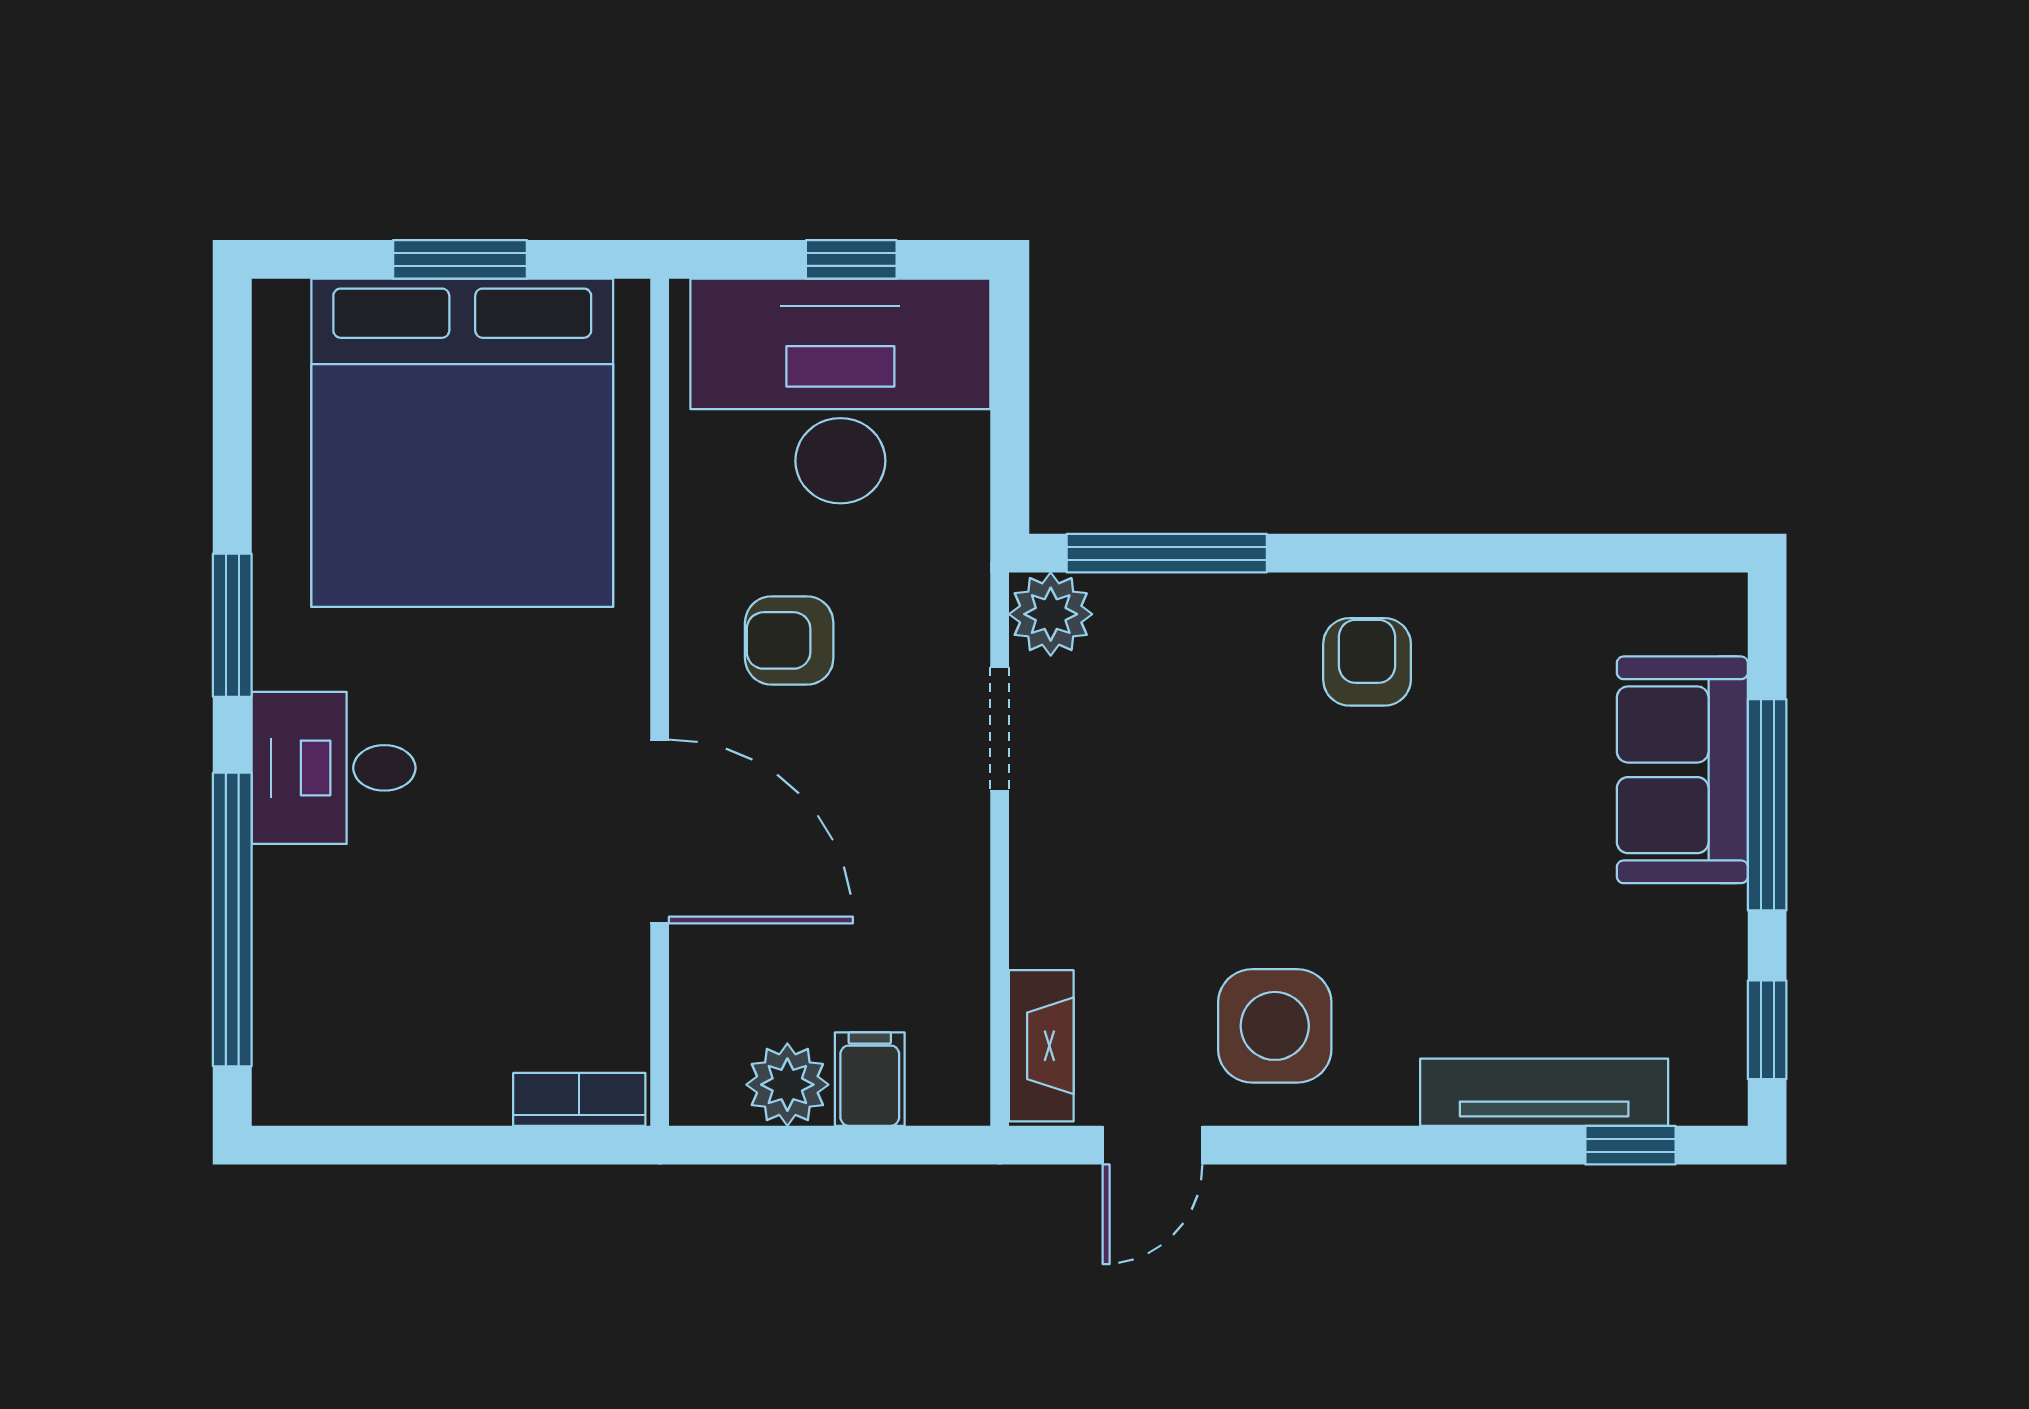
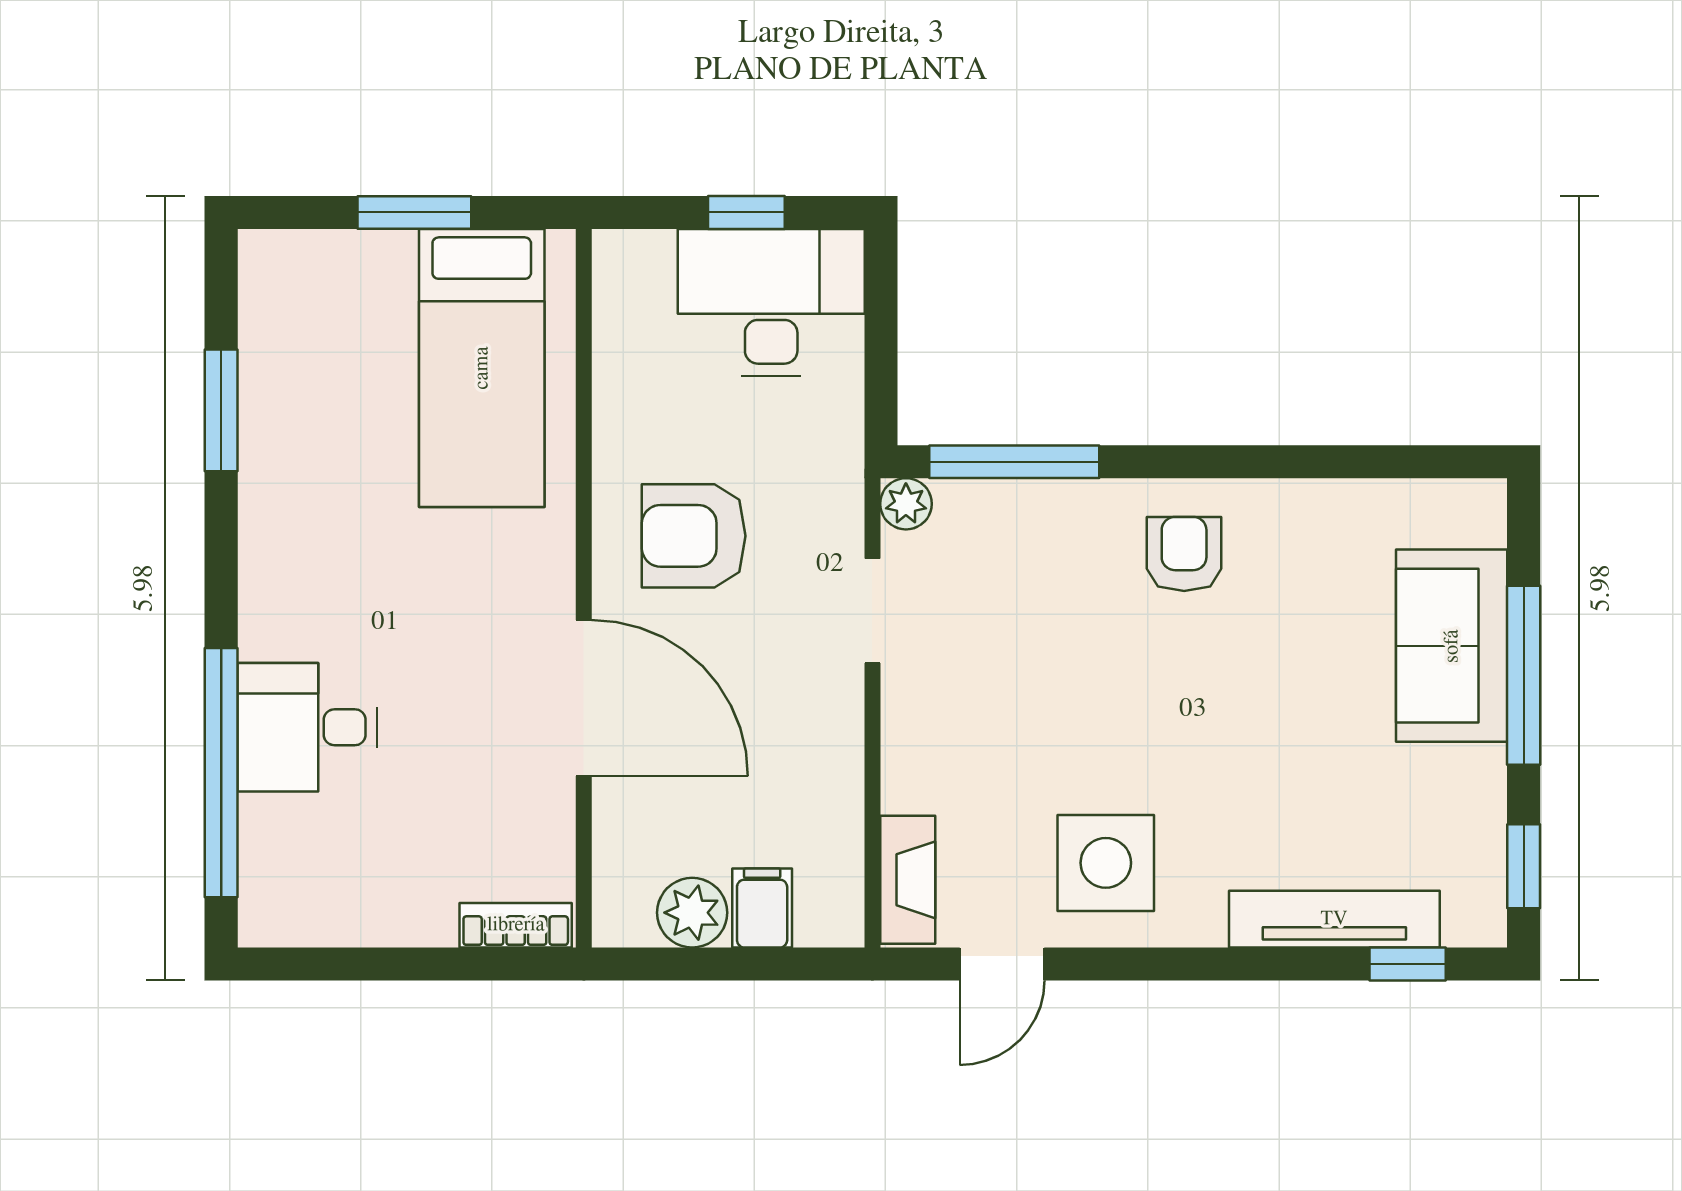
desk: (840, 391) -> (771, 302), width x0.73, depth x0.77
bed: (462, 443) -> (482, 368), width x0.49
plant: (1051, 614) -> (906, 504), width x0.73, depth x0.73
window: (232, 625) -> (221, 410), moved
armchair: (789, 640) -> (694, 536), width x1.38, depth x1.38
desk: (334, 768) -> (307, 727), moved

